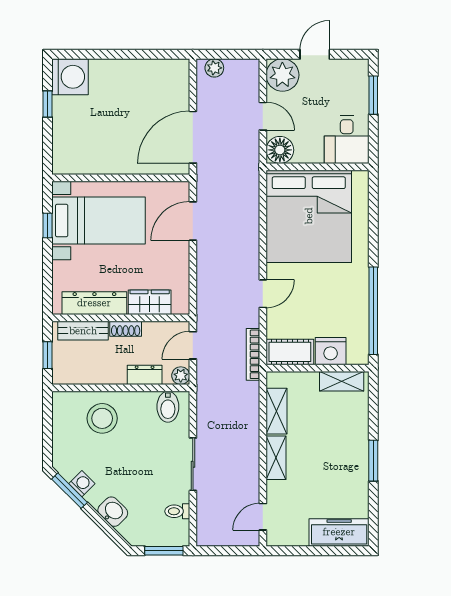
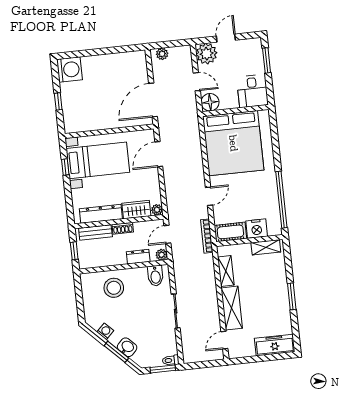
window: (48, 104) -> (58, 101), moved
plant: (181, 306) -> (157, 210), added
shelving: (276, 458) -> (232, 308), width x1.50, depth x1.33
window: (69, 491) -> (116, 352), moved
toilet: (177, 511) -> (171, 360), moved

